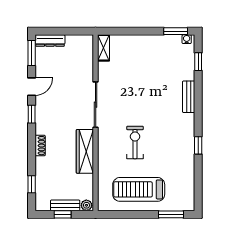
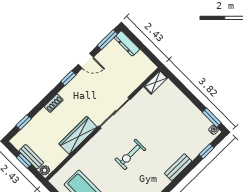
exercise bike: (135, 142) -> (130, 154), moved, turned 180

